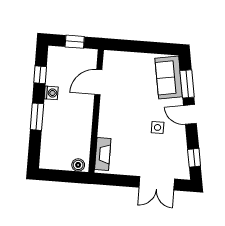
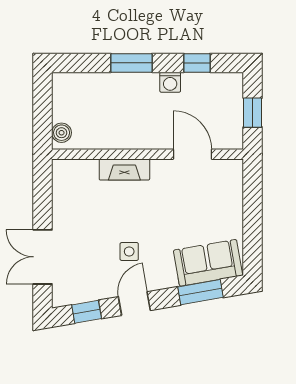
door: (190, 114) -> (134, 304), moved
fireplace: (103, 154) -> (124, 169), moved

